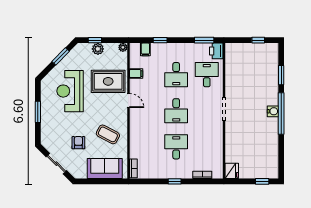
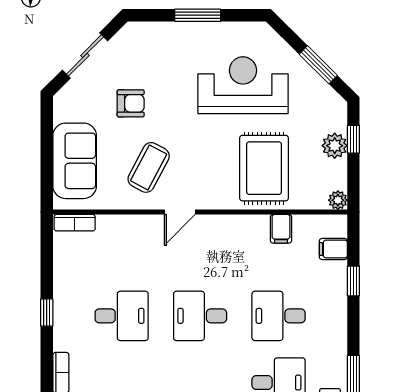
door: (128, 100) -> (180, 212), moved

